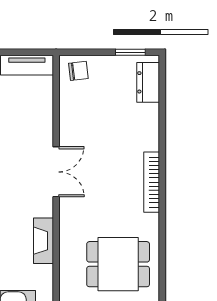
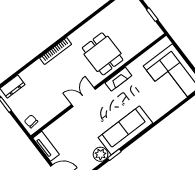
dining table: (118, 264) -> (103, 54), moved

